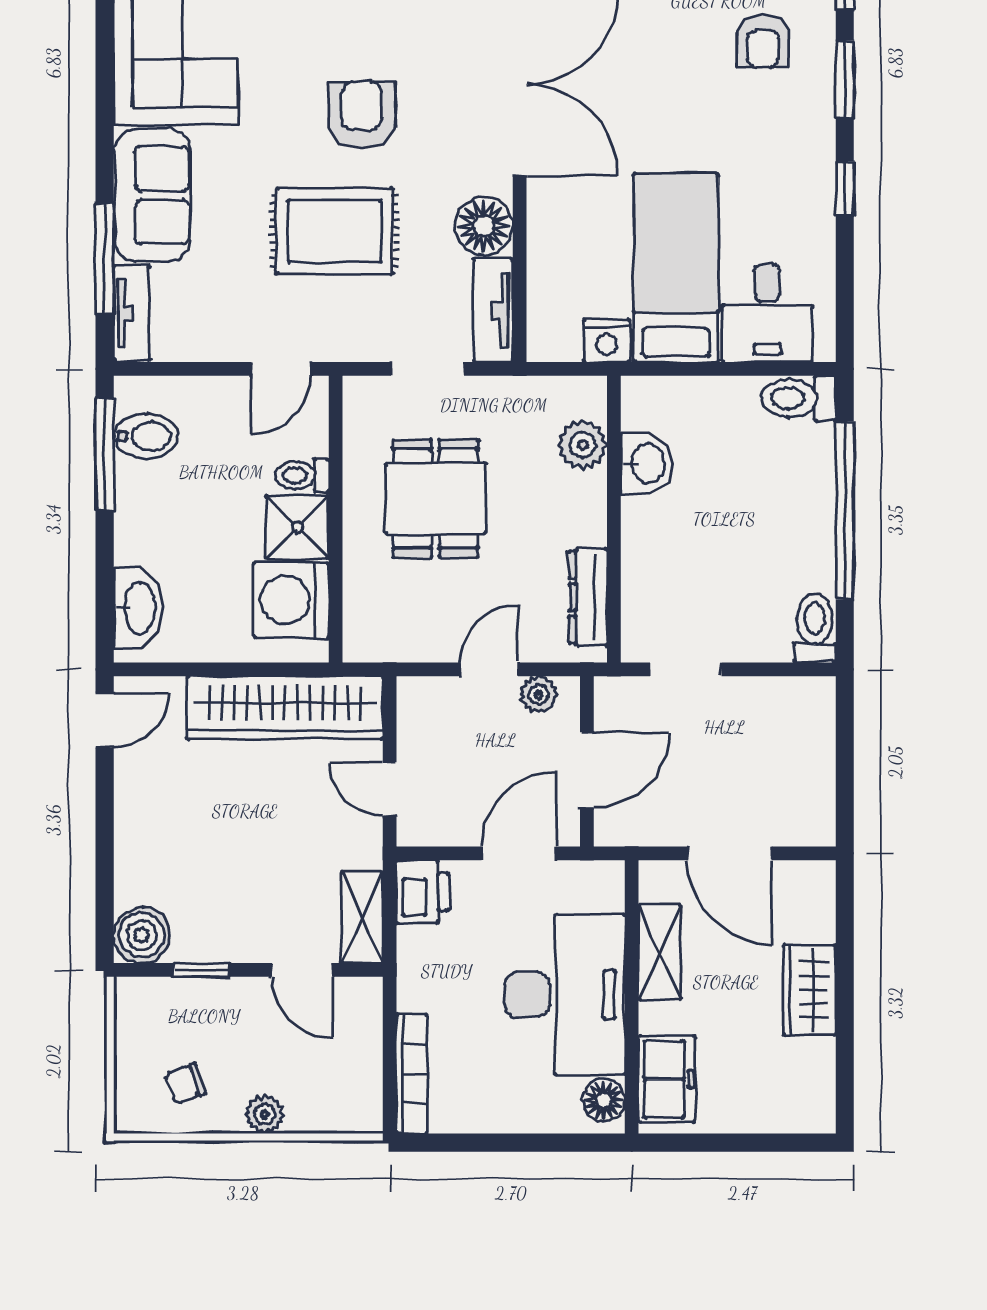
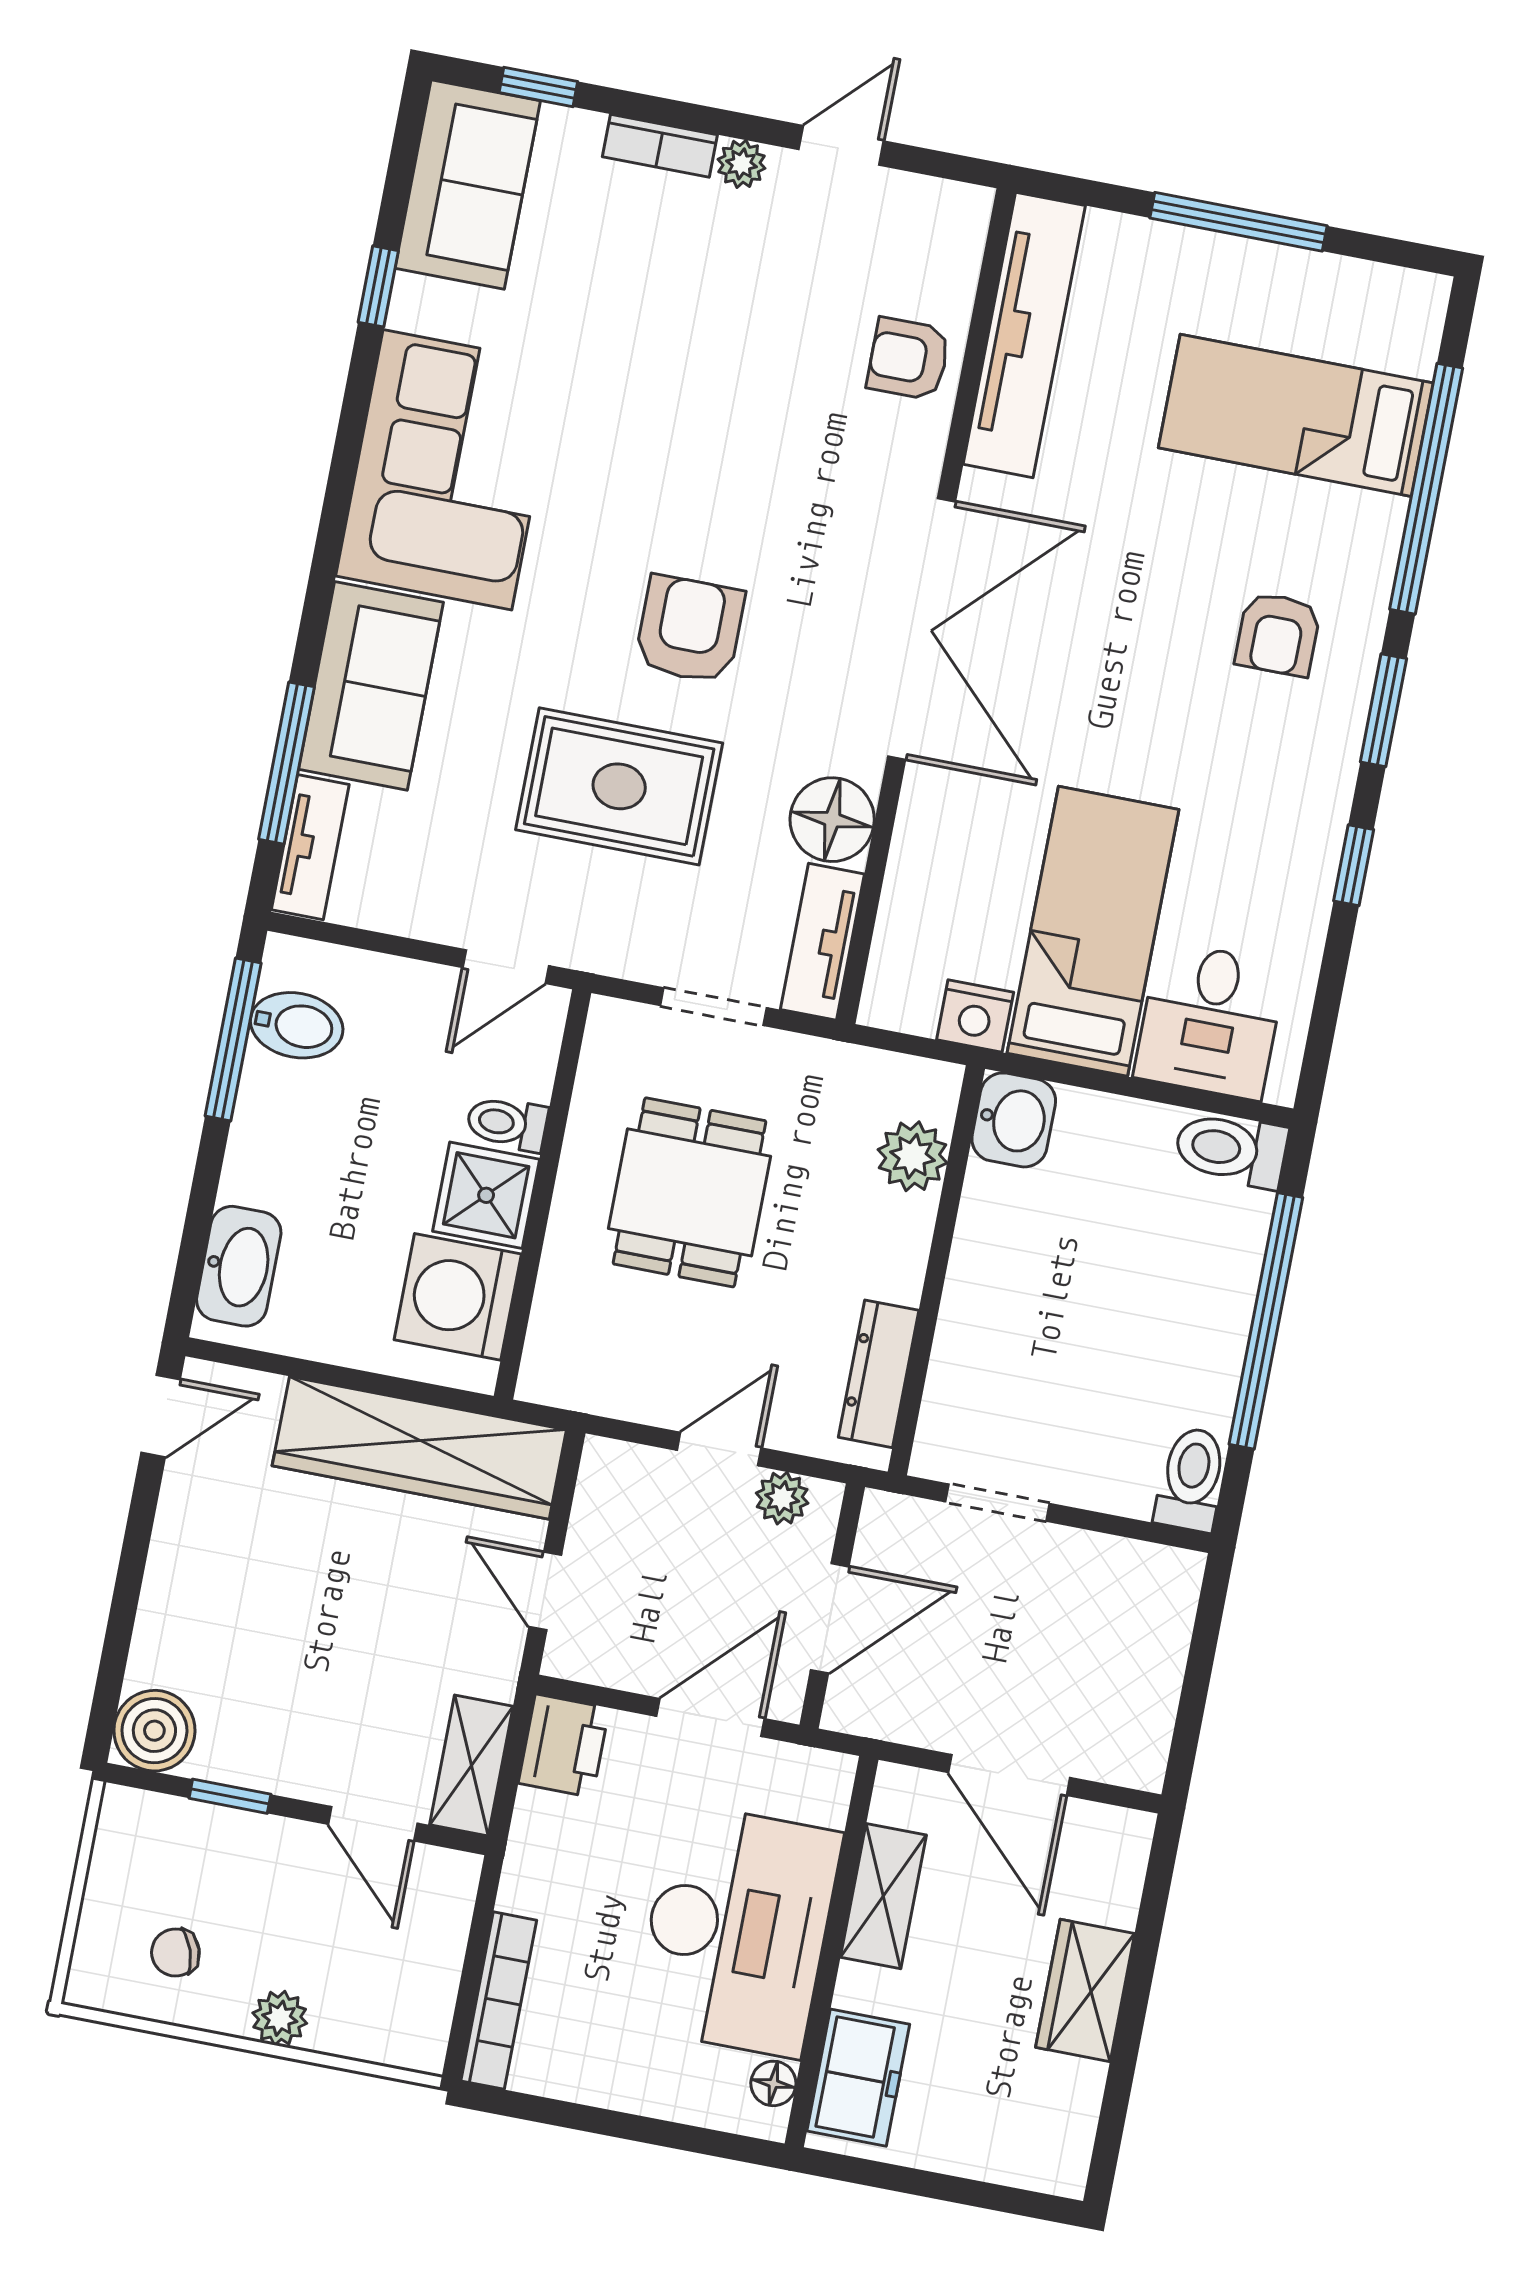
washbasin: (647, 463) -> (1014, 1120), moved
floor lamp: (604, 1100) -> (773, 2083), width x0.73, depth x0.73

